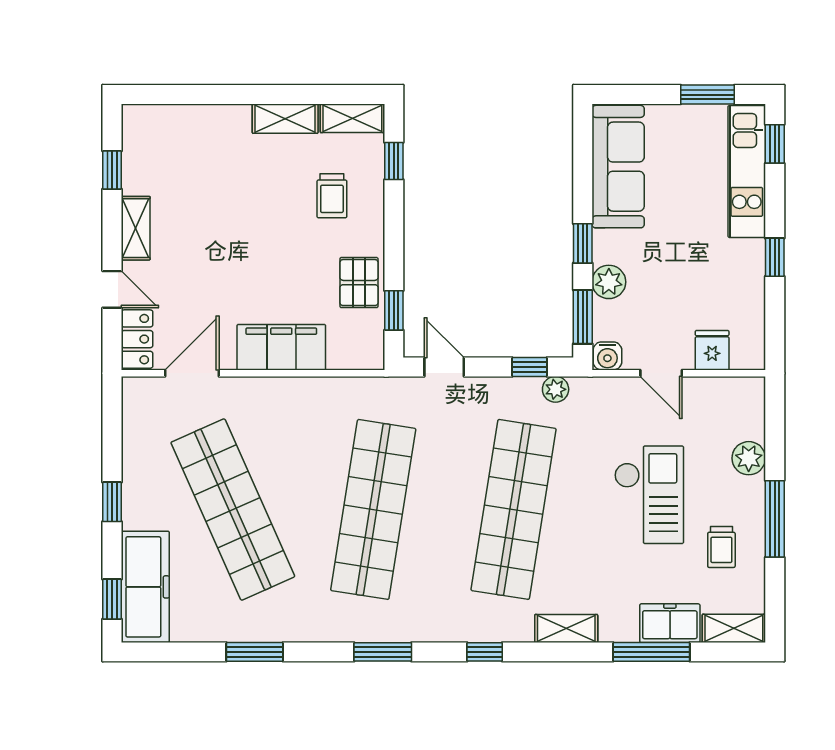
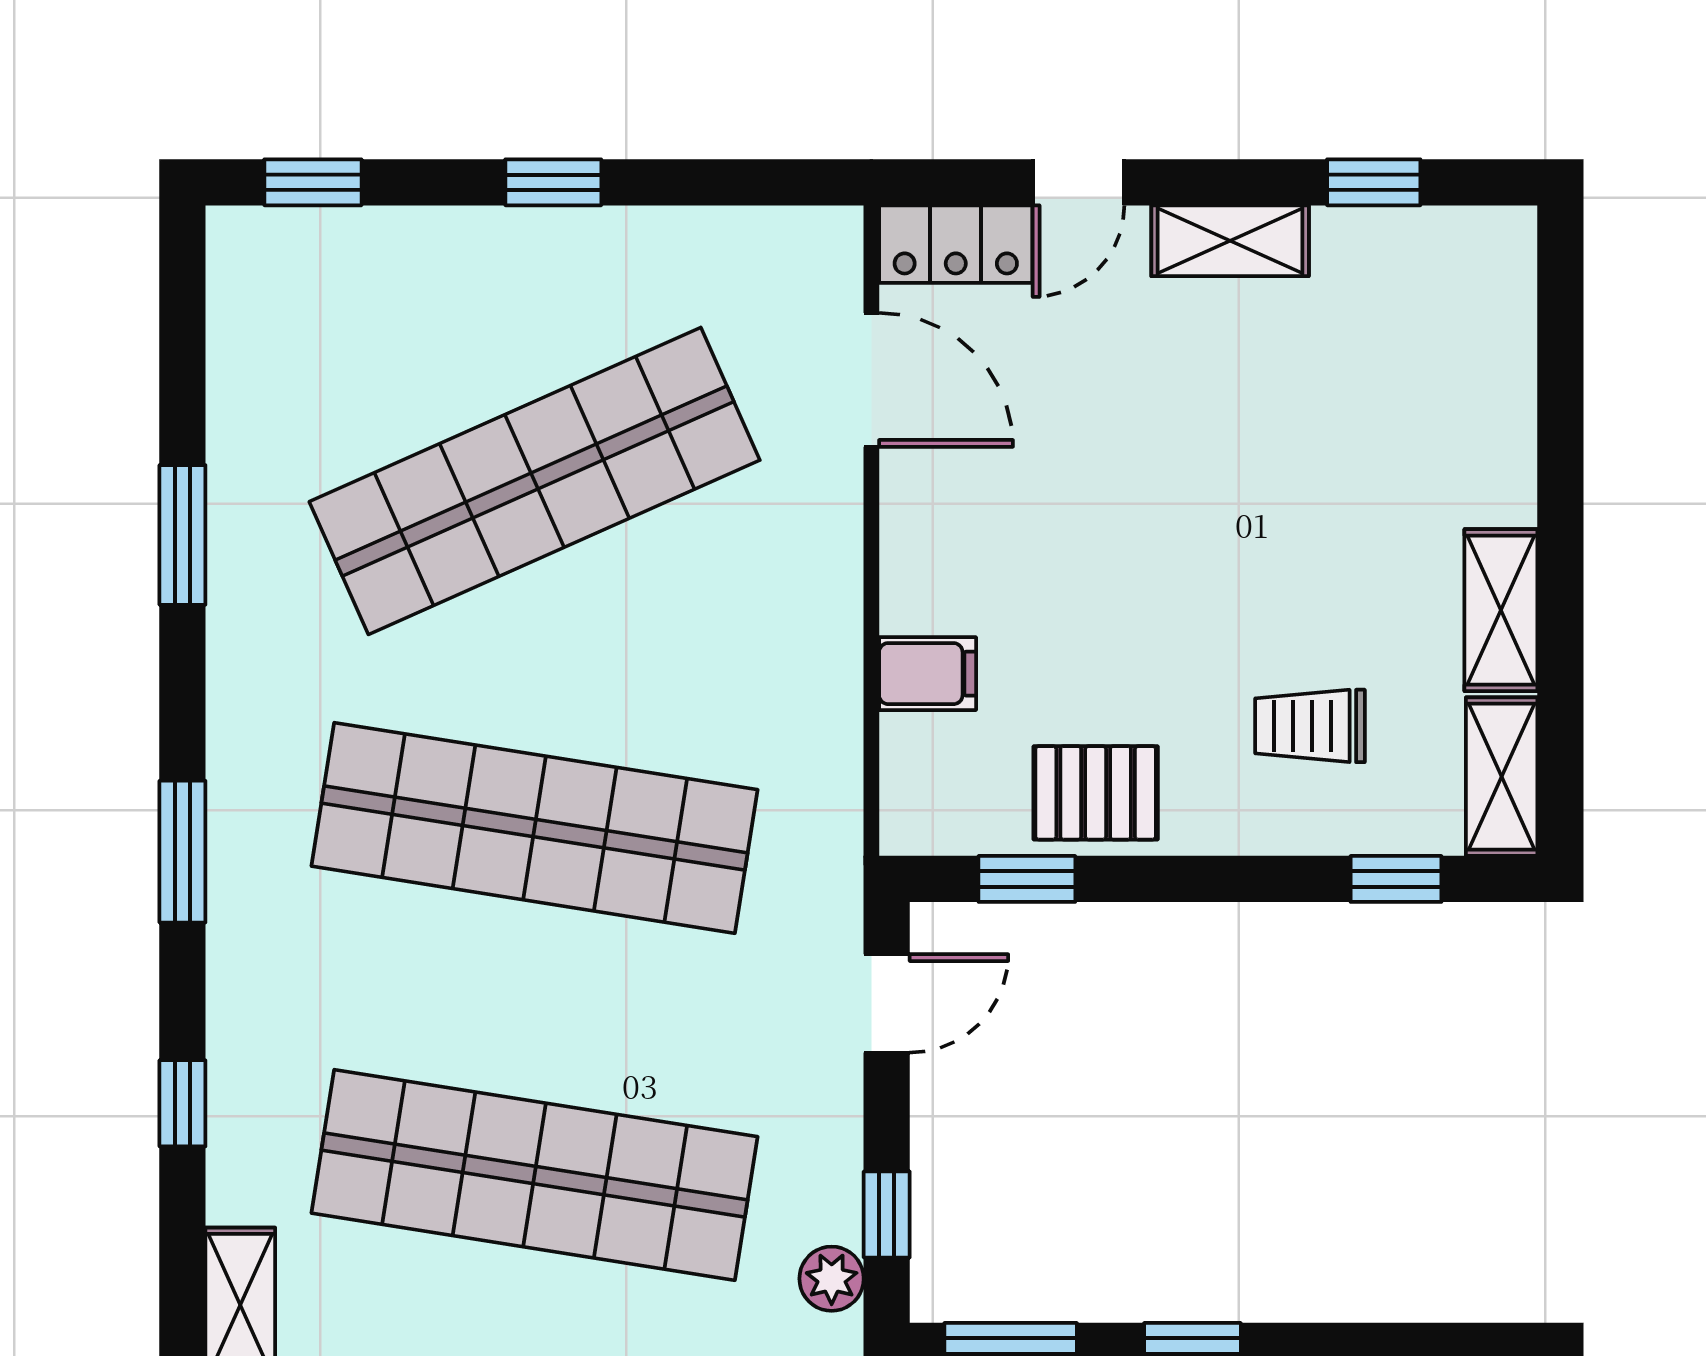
filing cabinet: (281, 347) -> (928, 674), width x0.33, depth x0.86
freezer: (145, 587) -> (343, 264), removed

